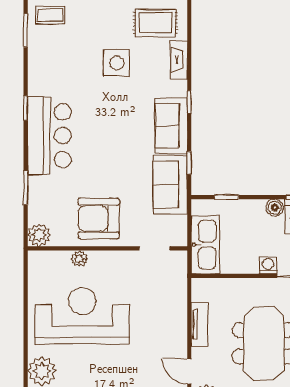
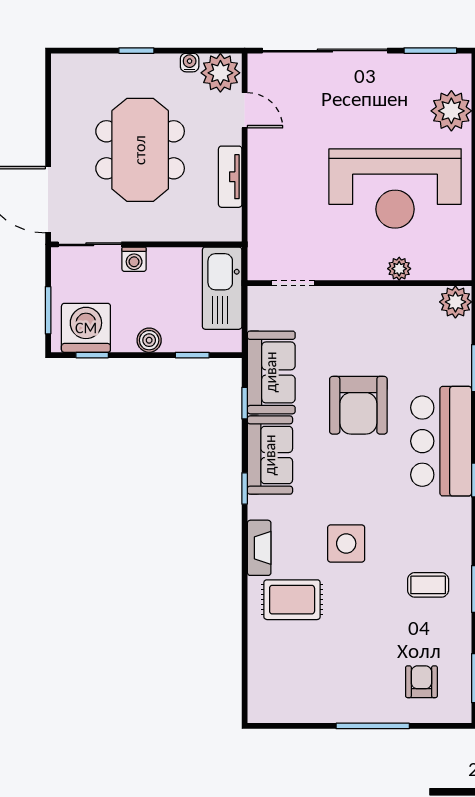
coffee table: (50, 15) -> (428, 585), moved
boiler: (275, 208) -> (149, 340), moved
armchair: (99, 219) -> (358, 405), moved, turned 90

